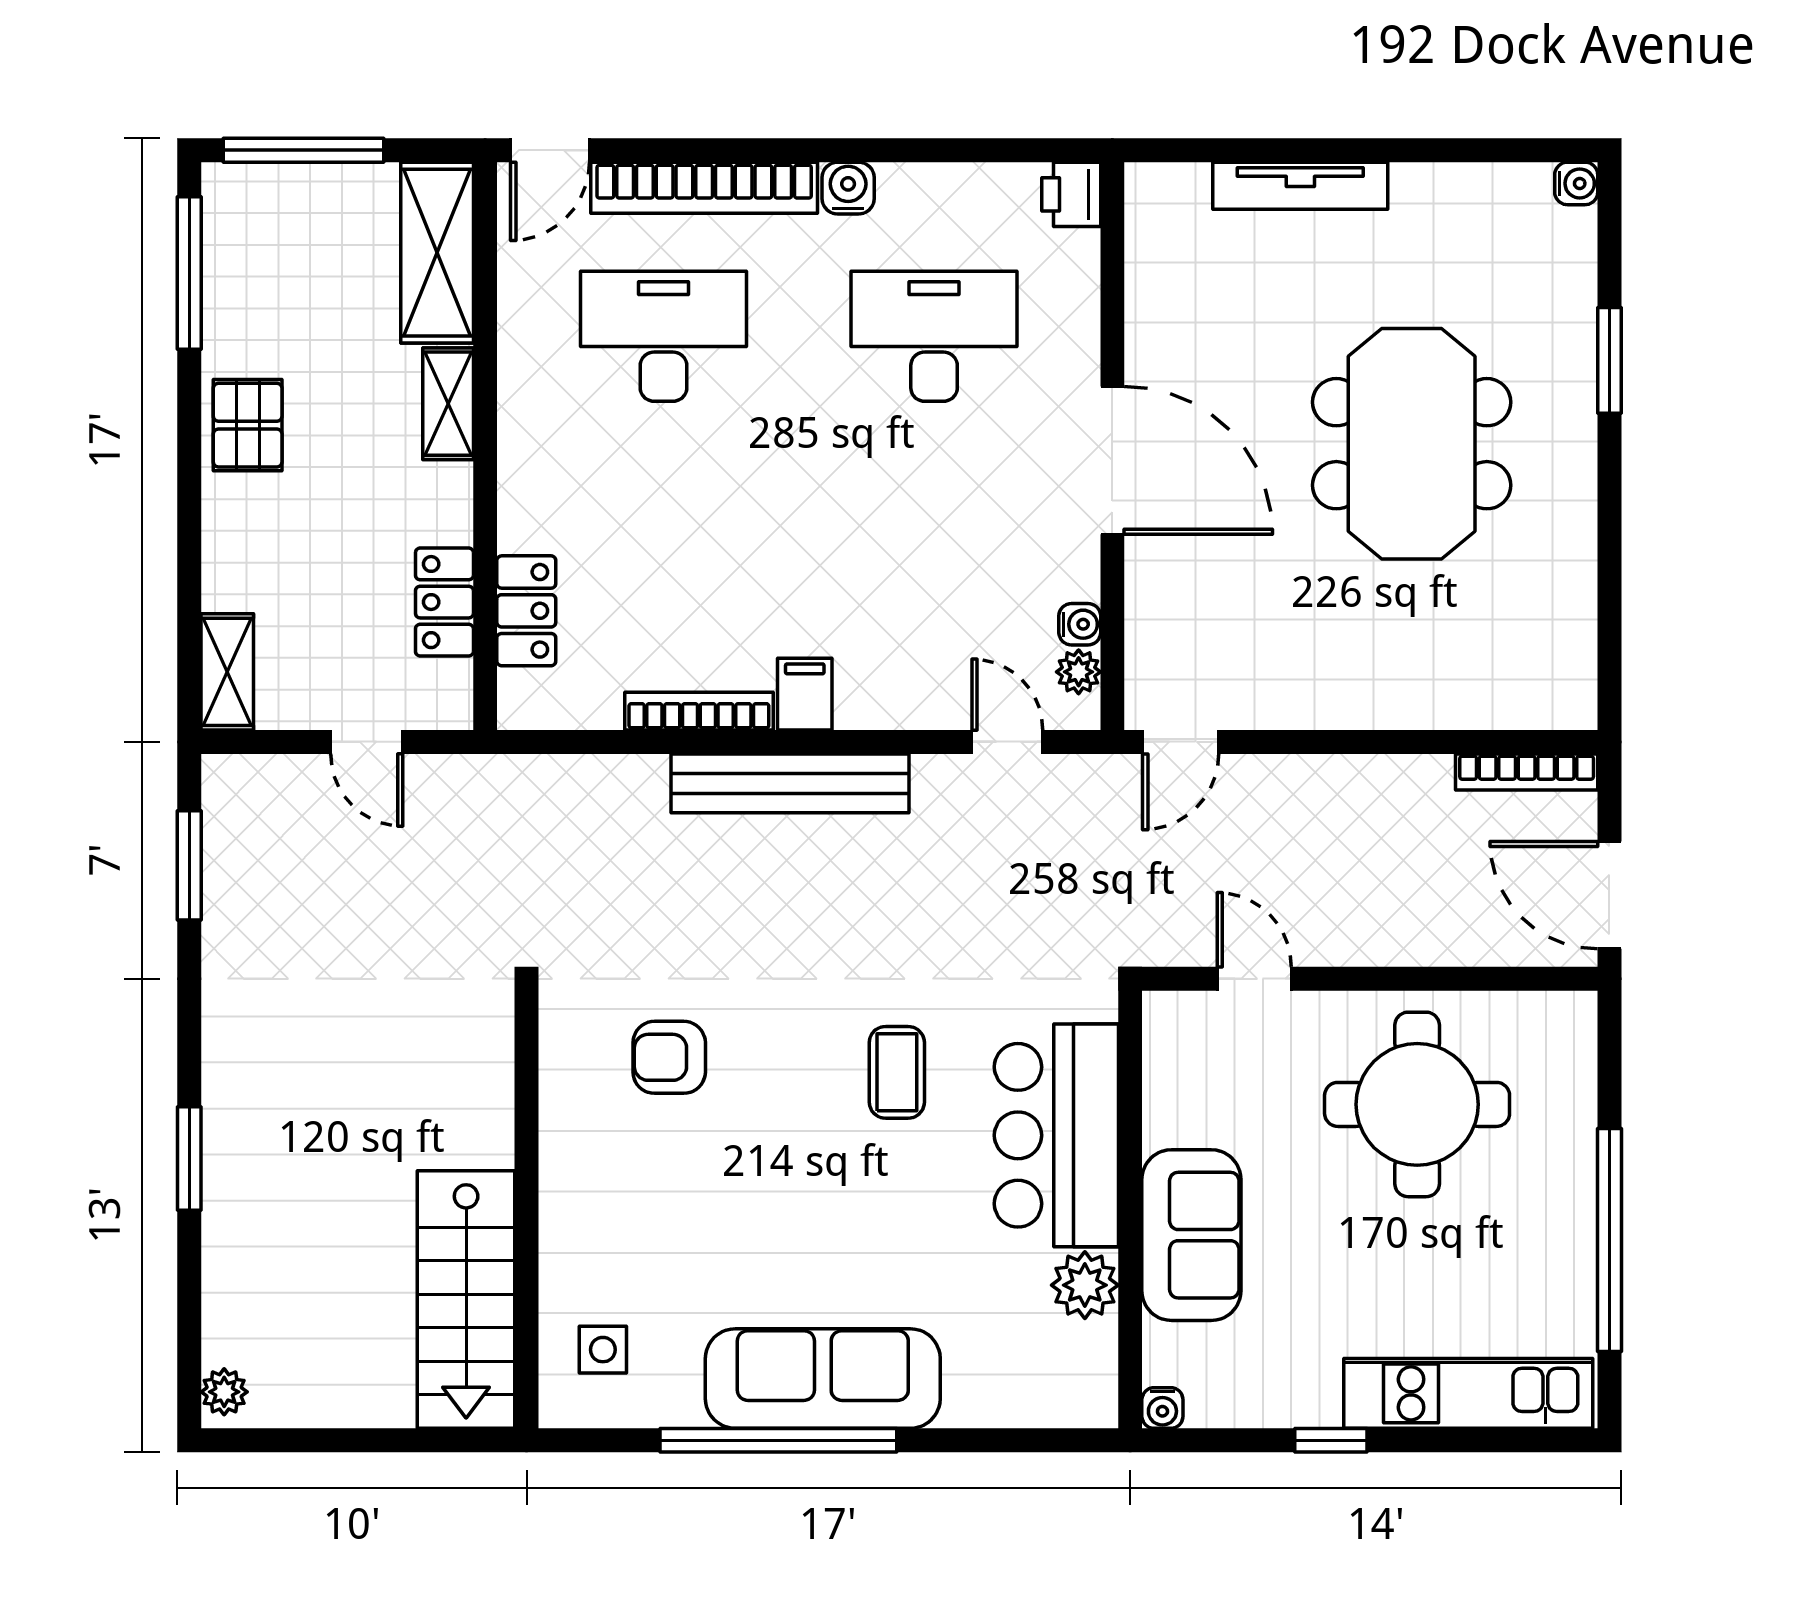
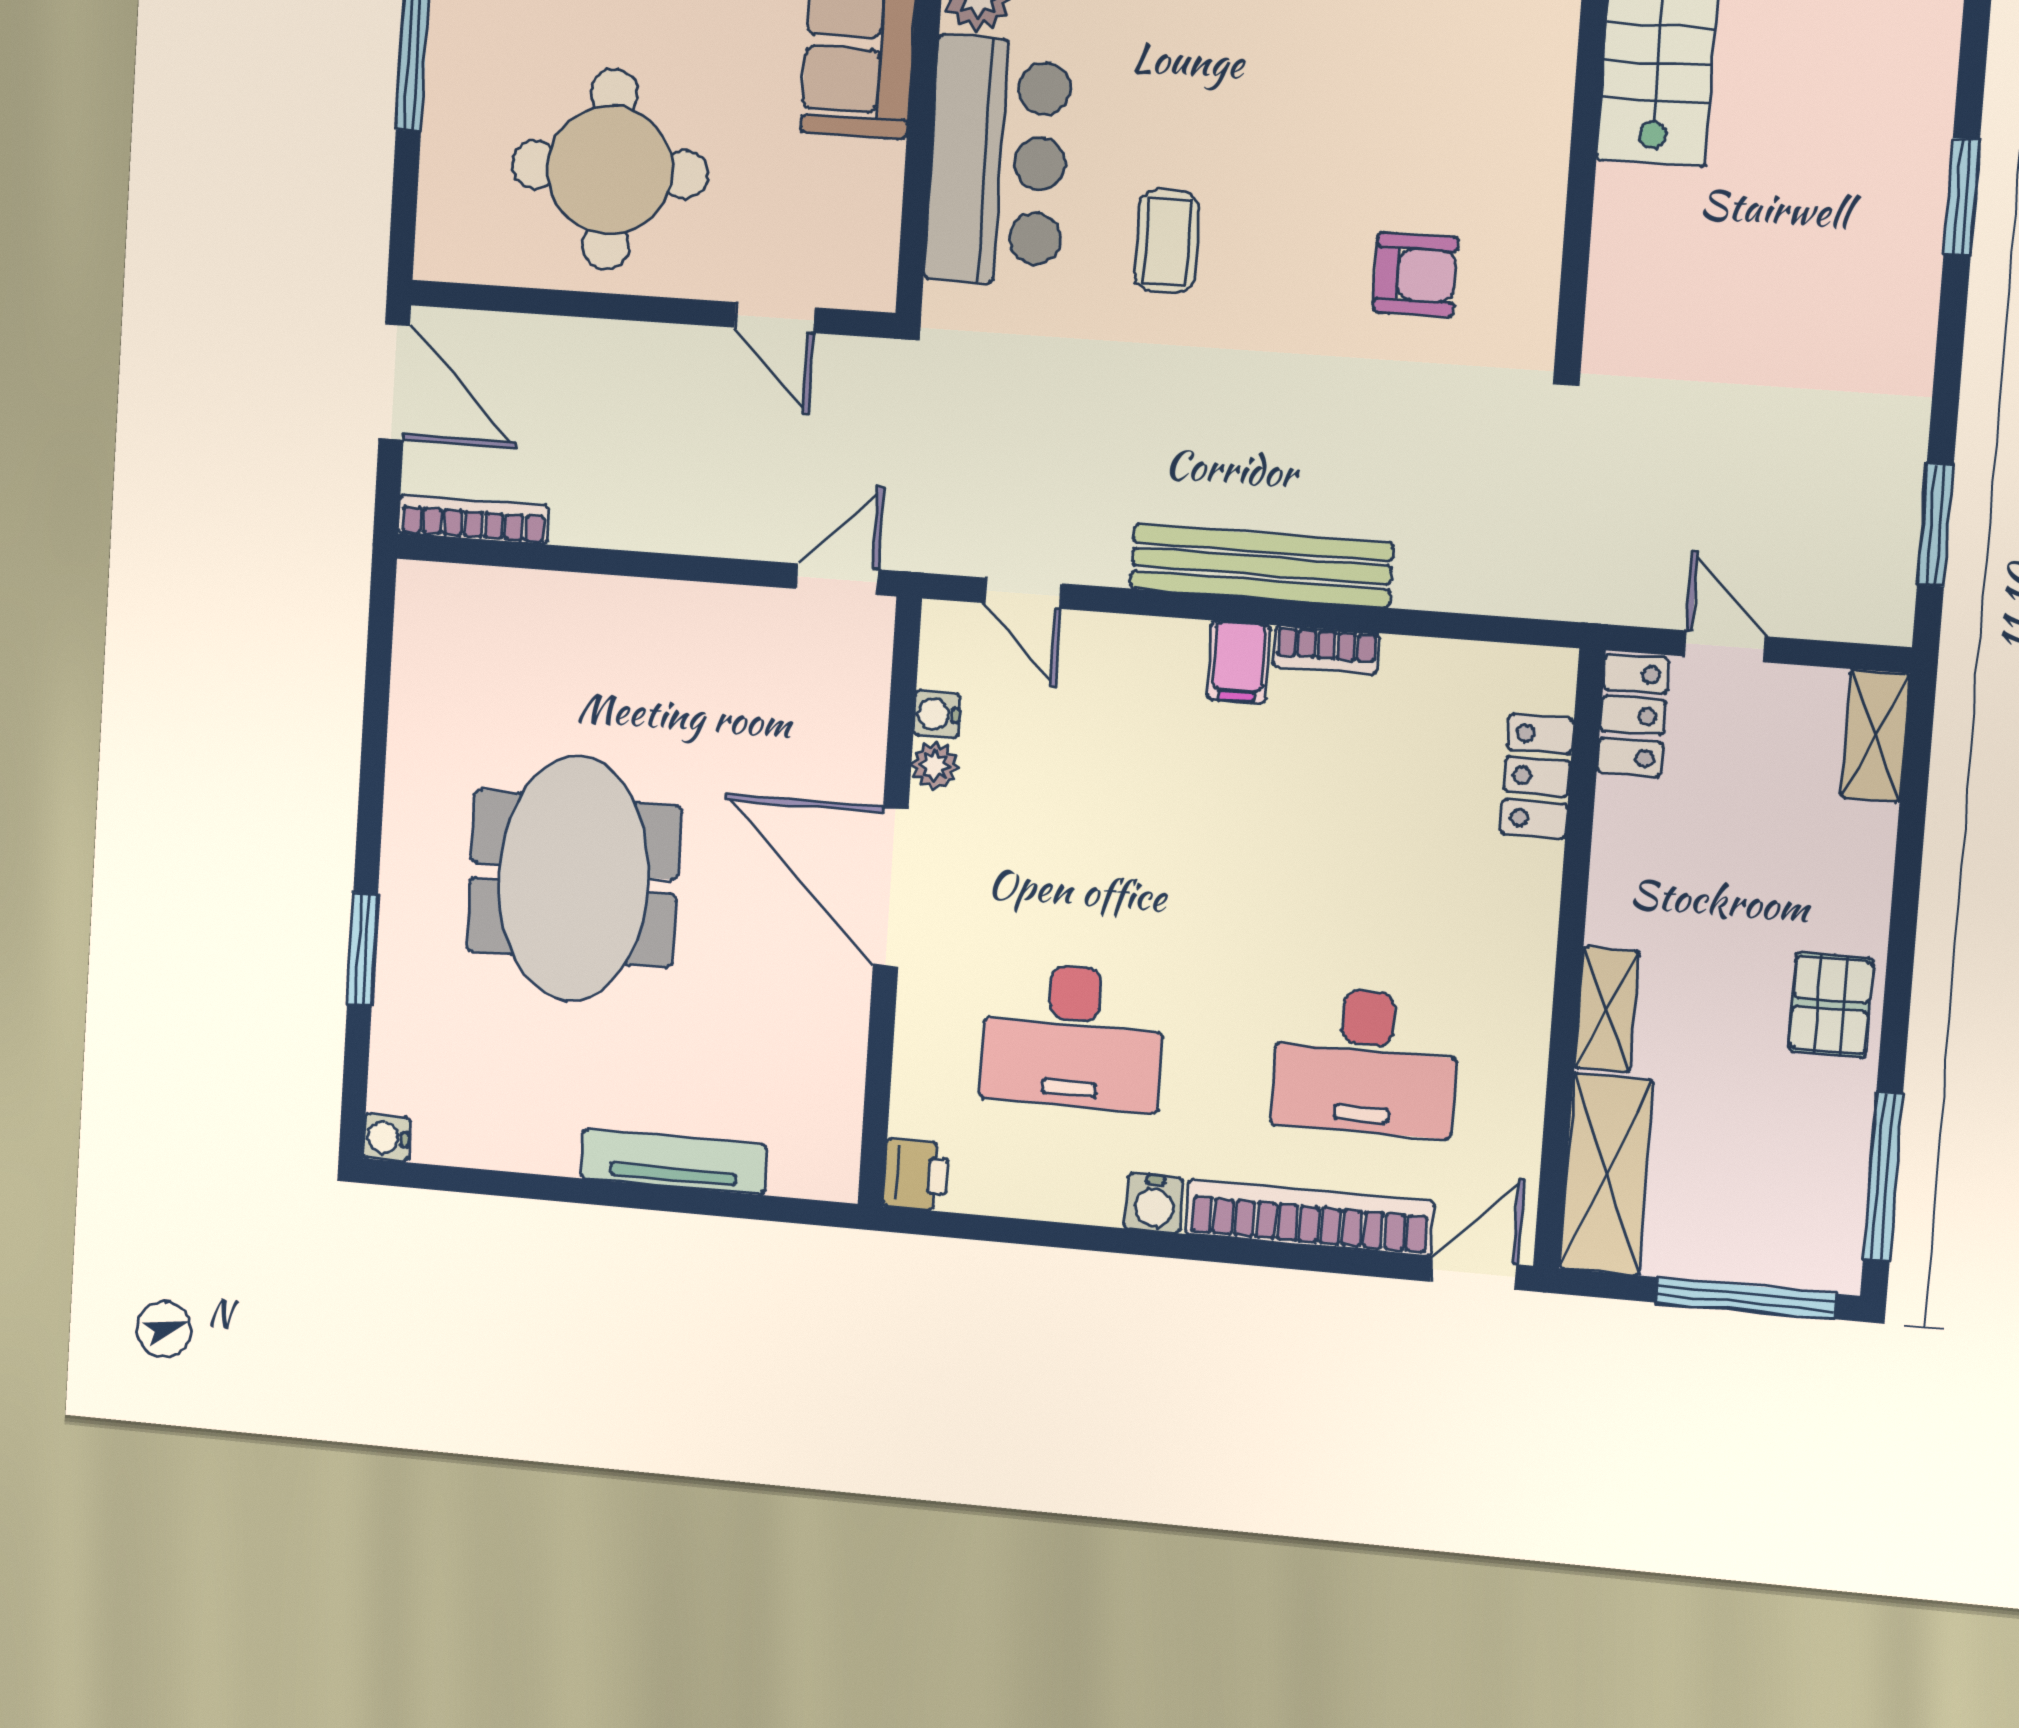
locker: (444, 602) -> (1633, 716), moved
plant: (1079, 672) -> (935, 766), moved
bookcase: (699, 711) -> (1326, 650), width x0.64

